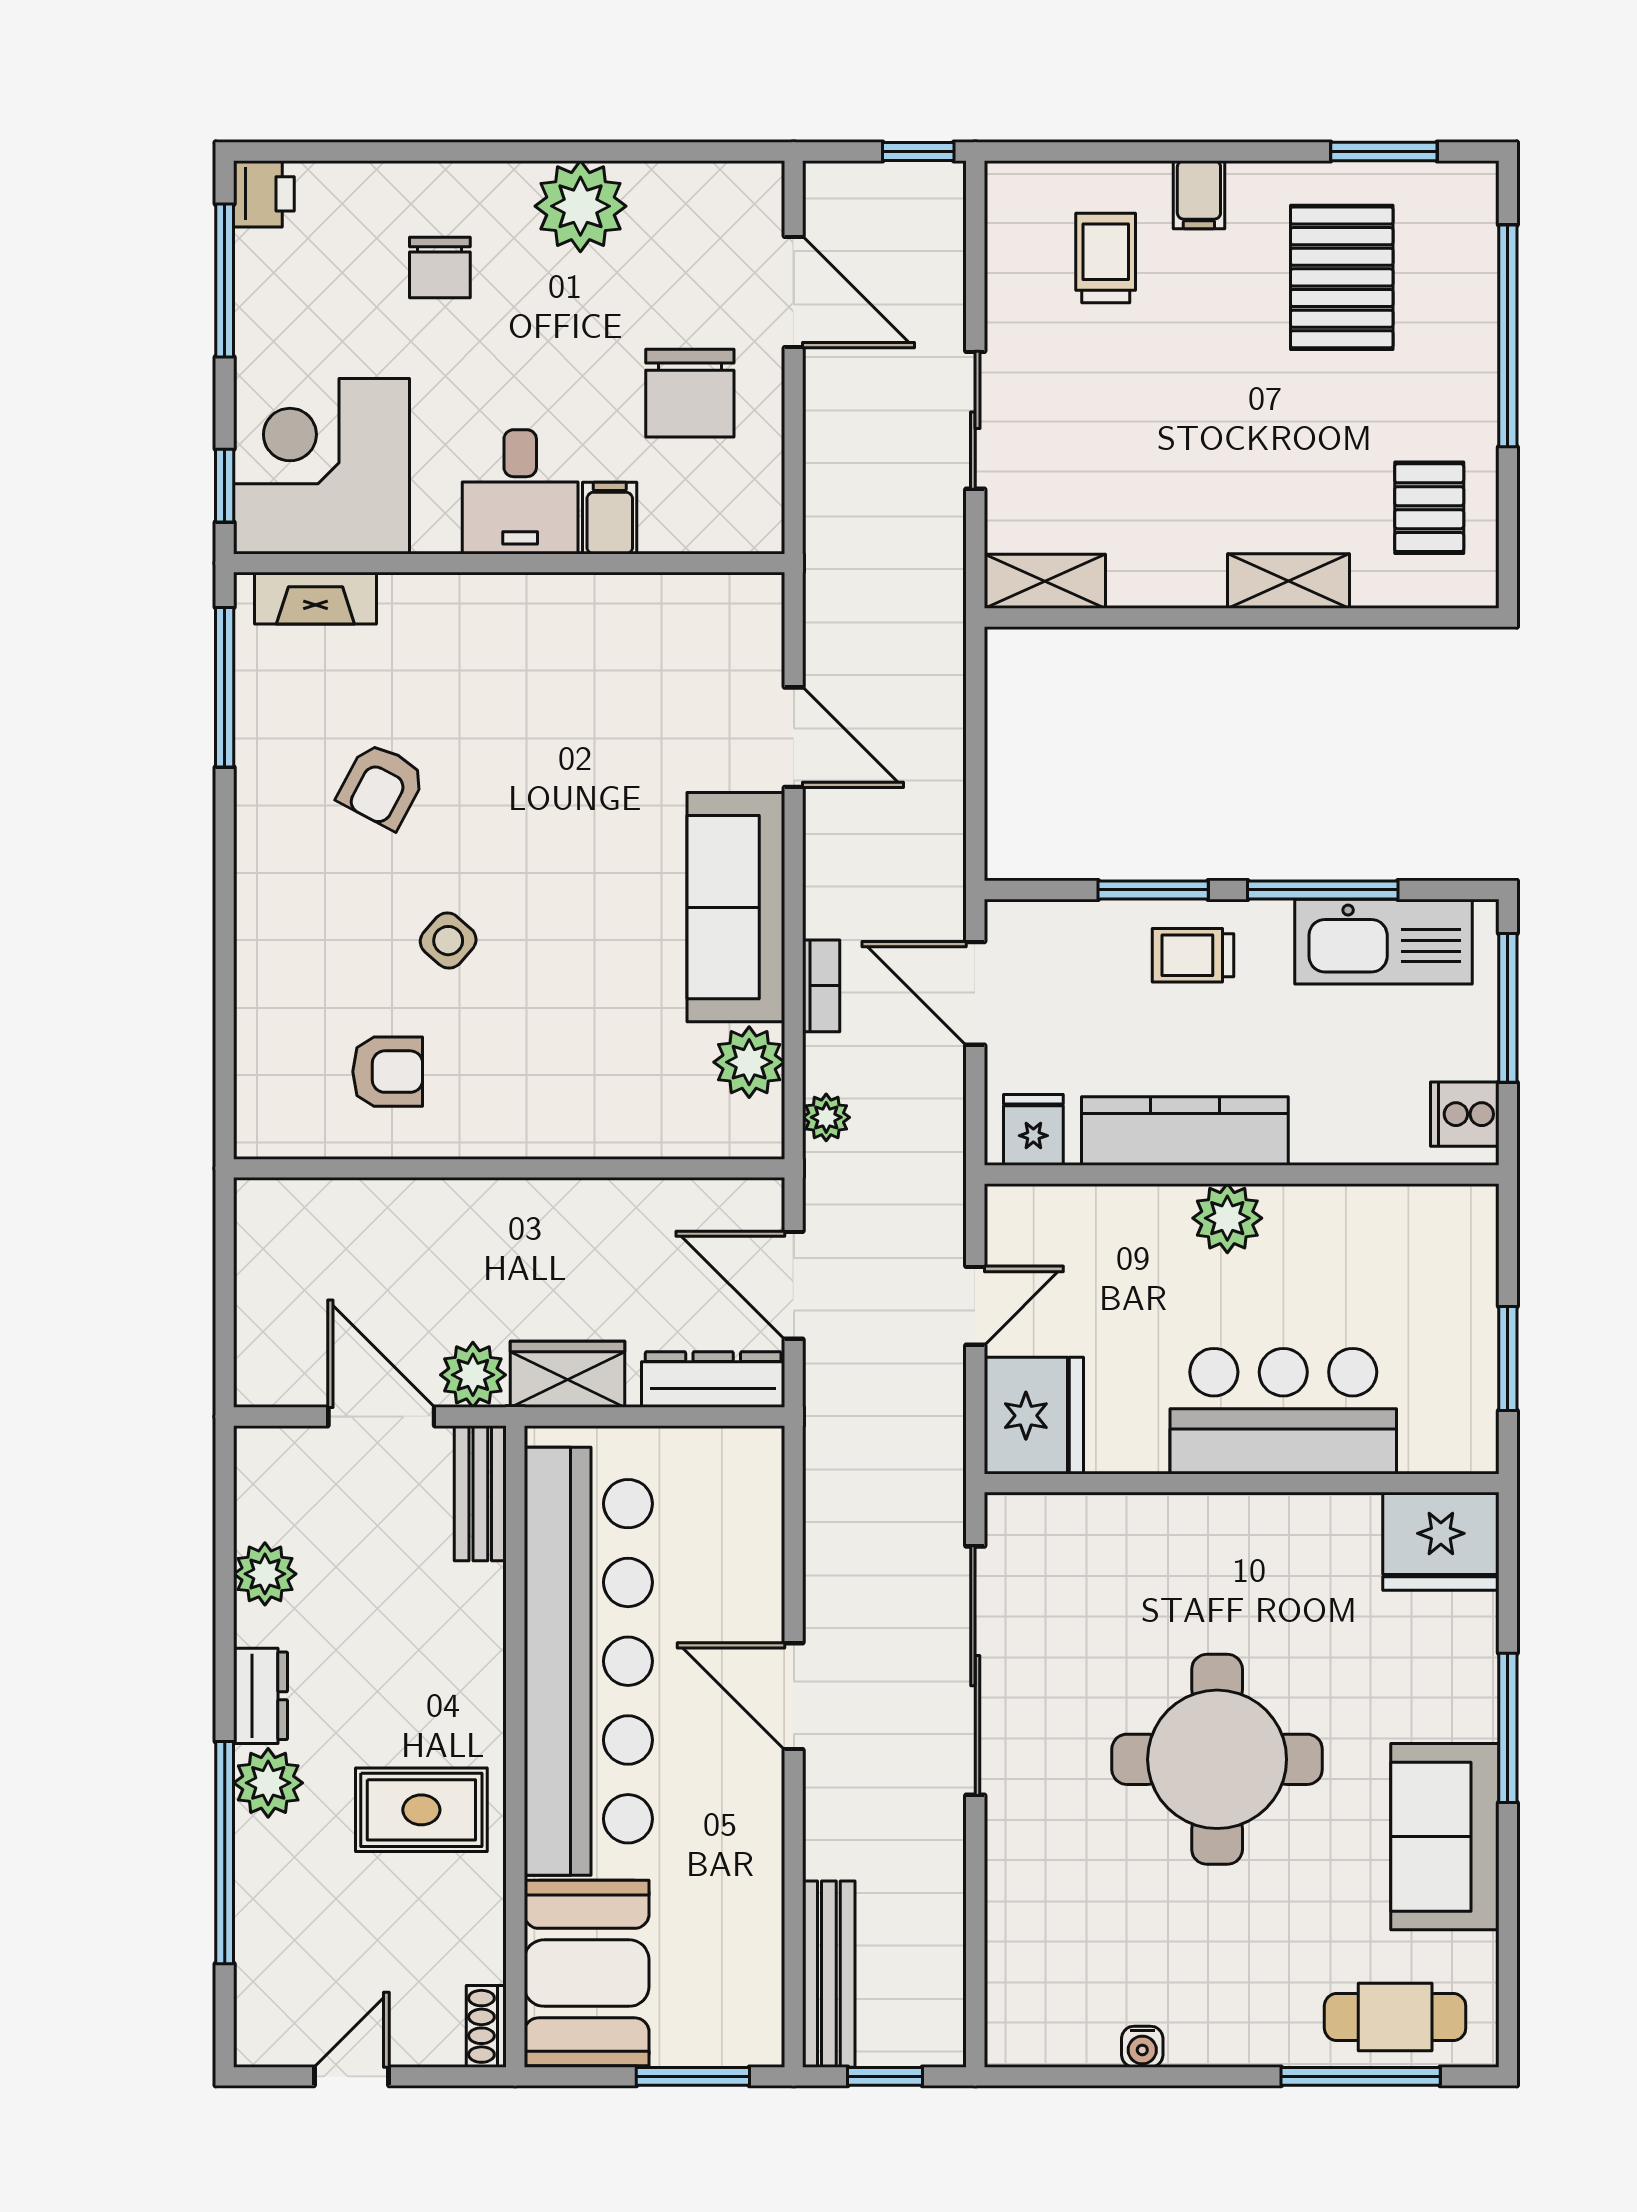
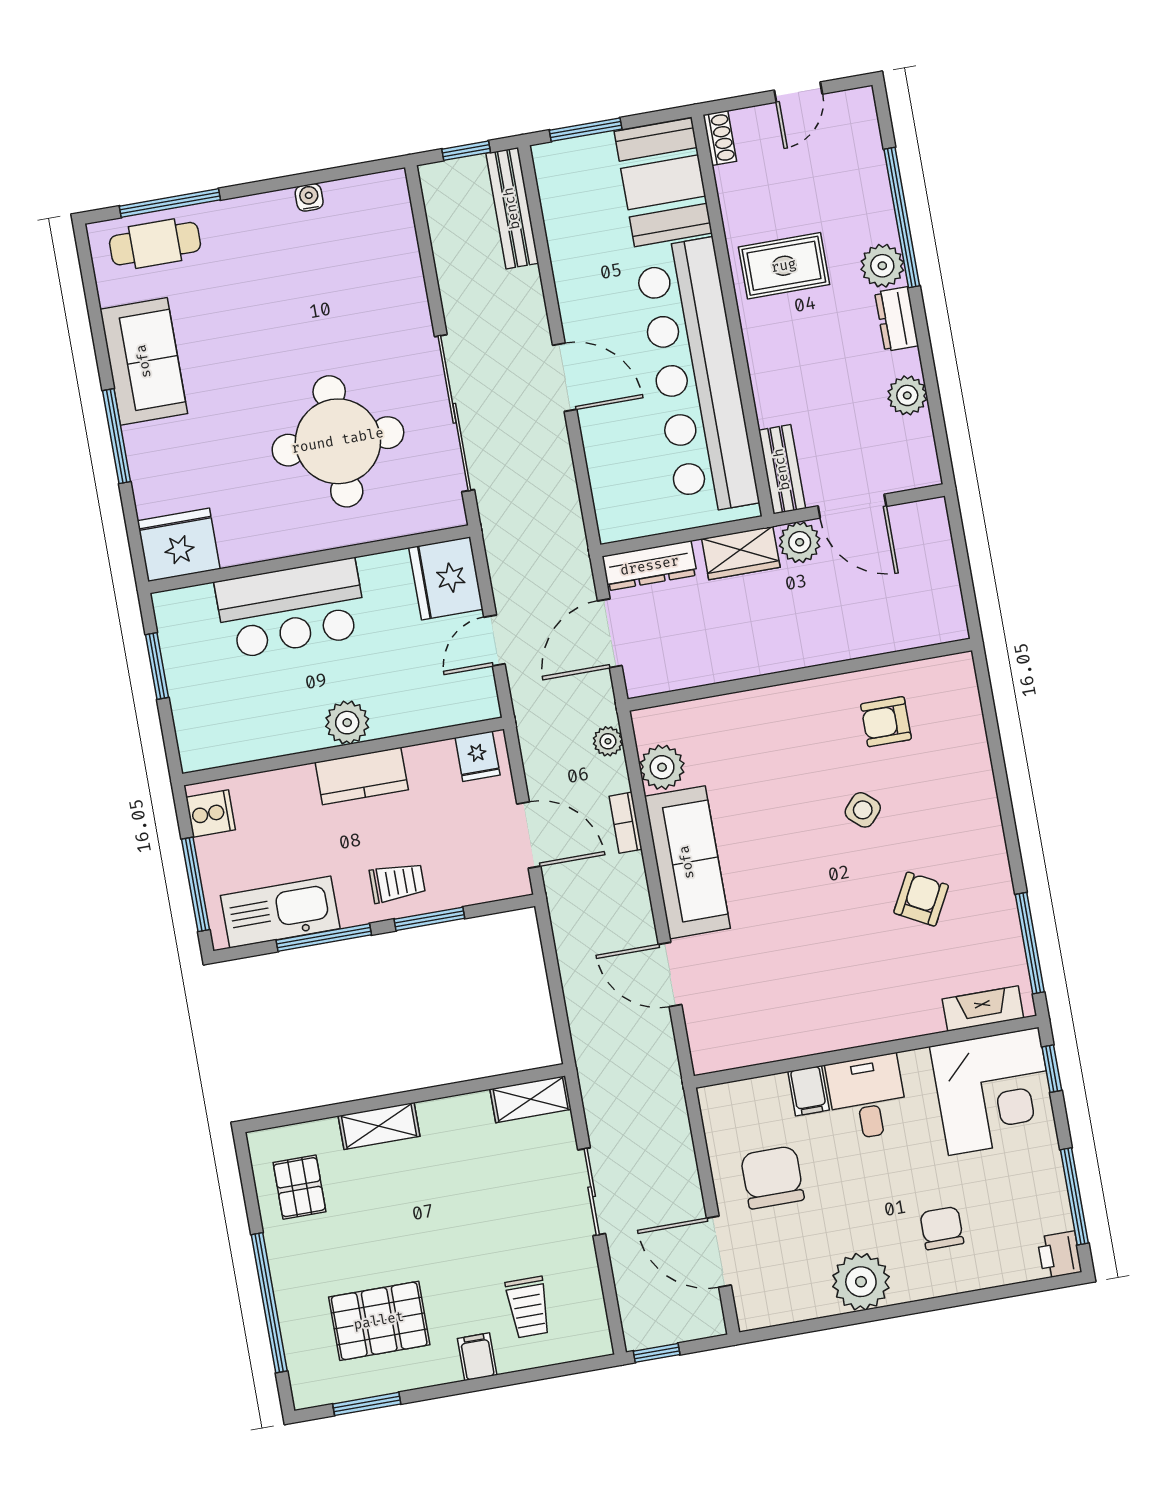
pallet: (1342, 277) -> (379, 1321), turned 90
kitchen counter: (1185, 1131) -> (362, 776), width x0.67
door: (794, 1285) -> (610, 633), swing flipped
round table: (1217, 1759) -> (338, 441), moved

